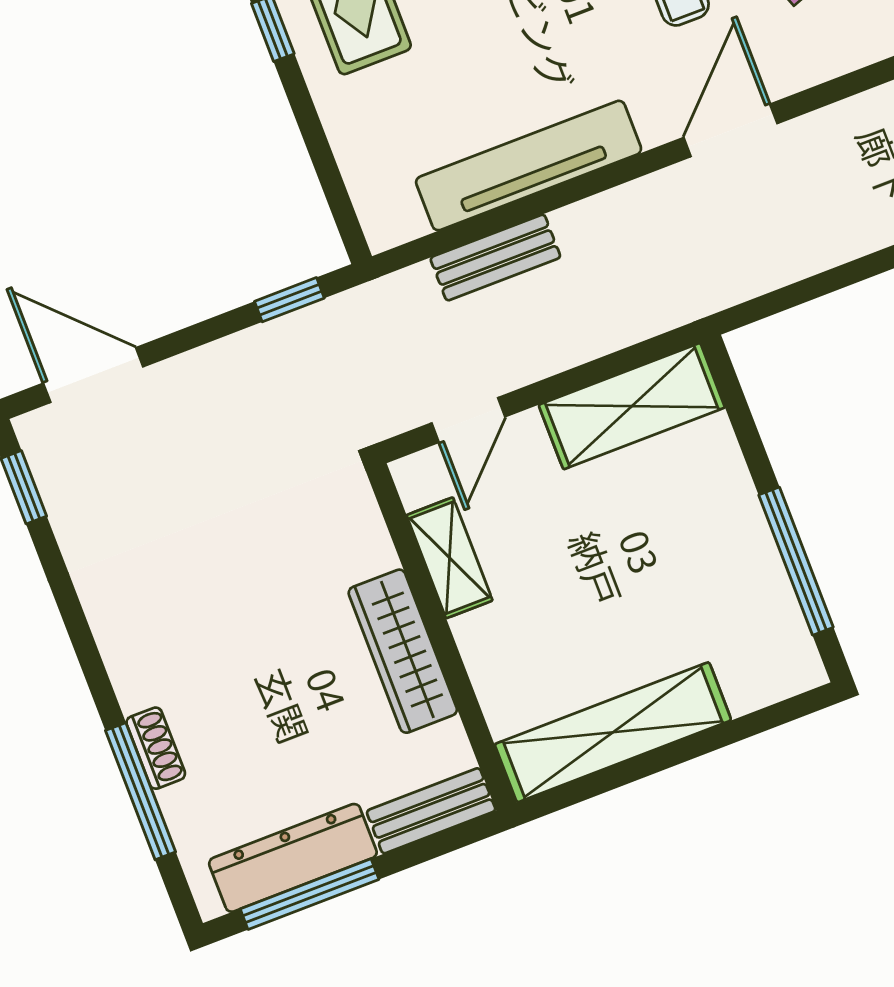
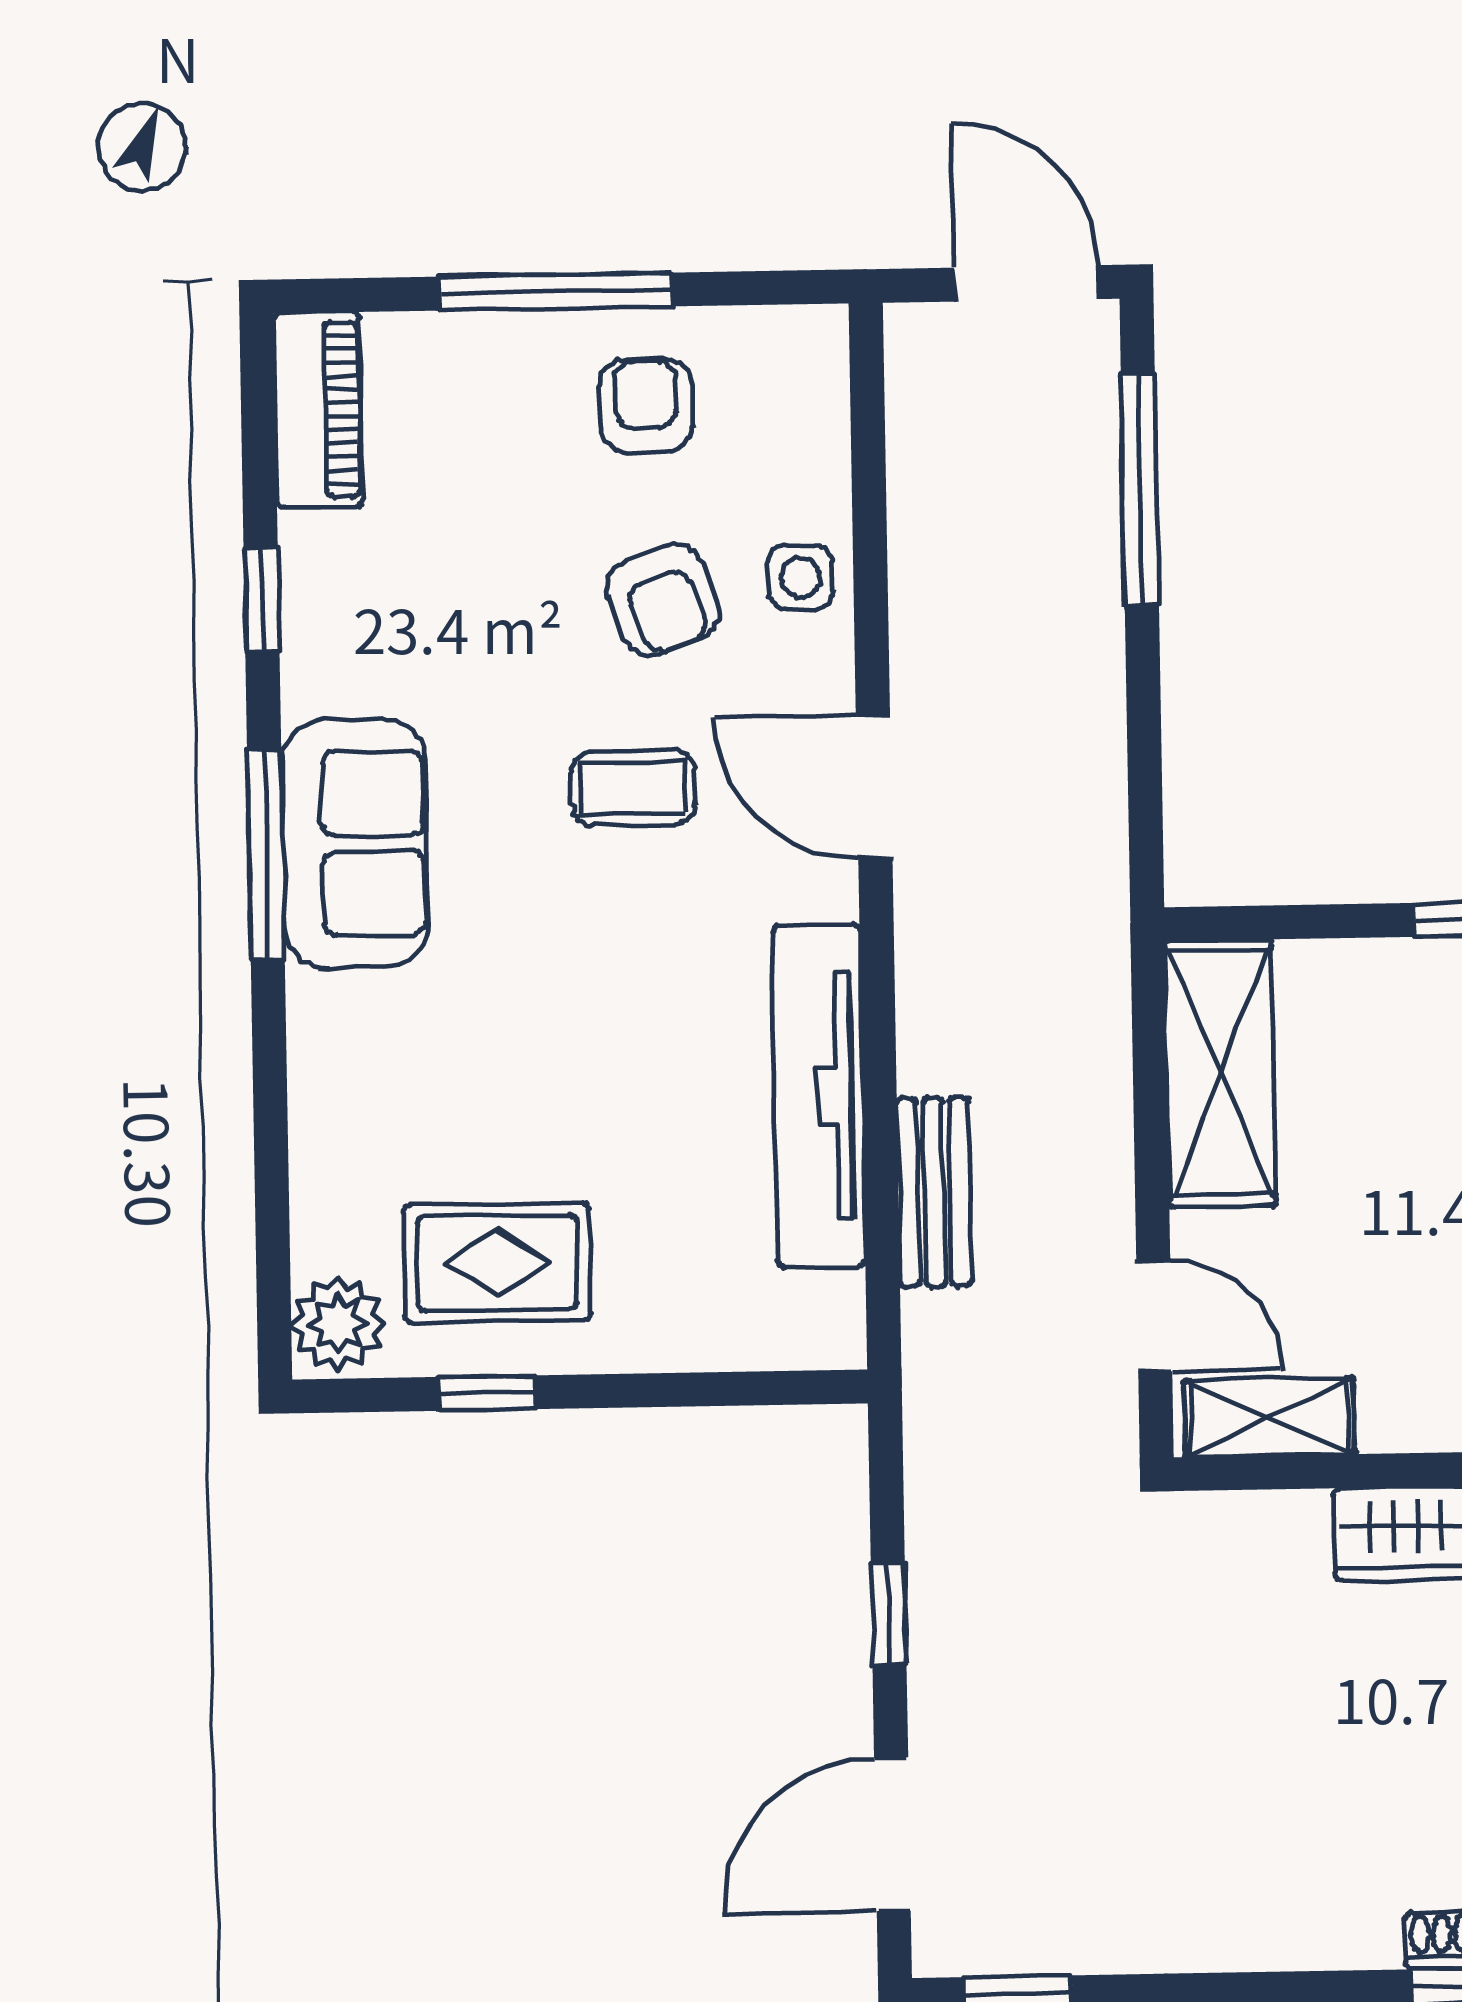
side table: (842, 39) -> (800, 577), added
window: (289, 300) -> (889, 1614), moved
shelving: (450, 558) -> (1269, 1417), moved

